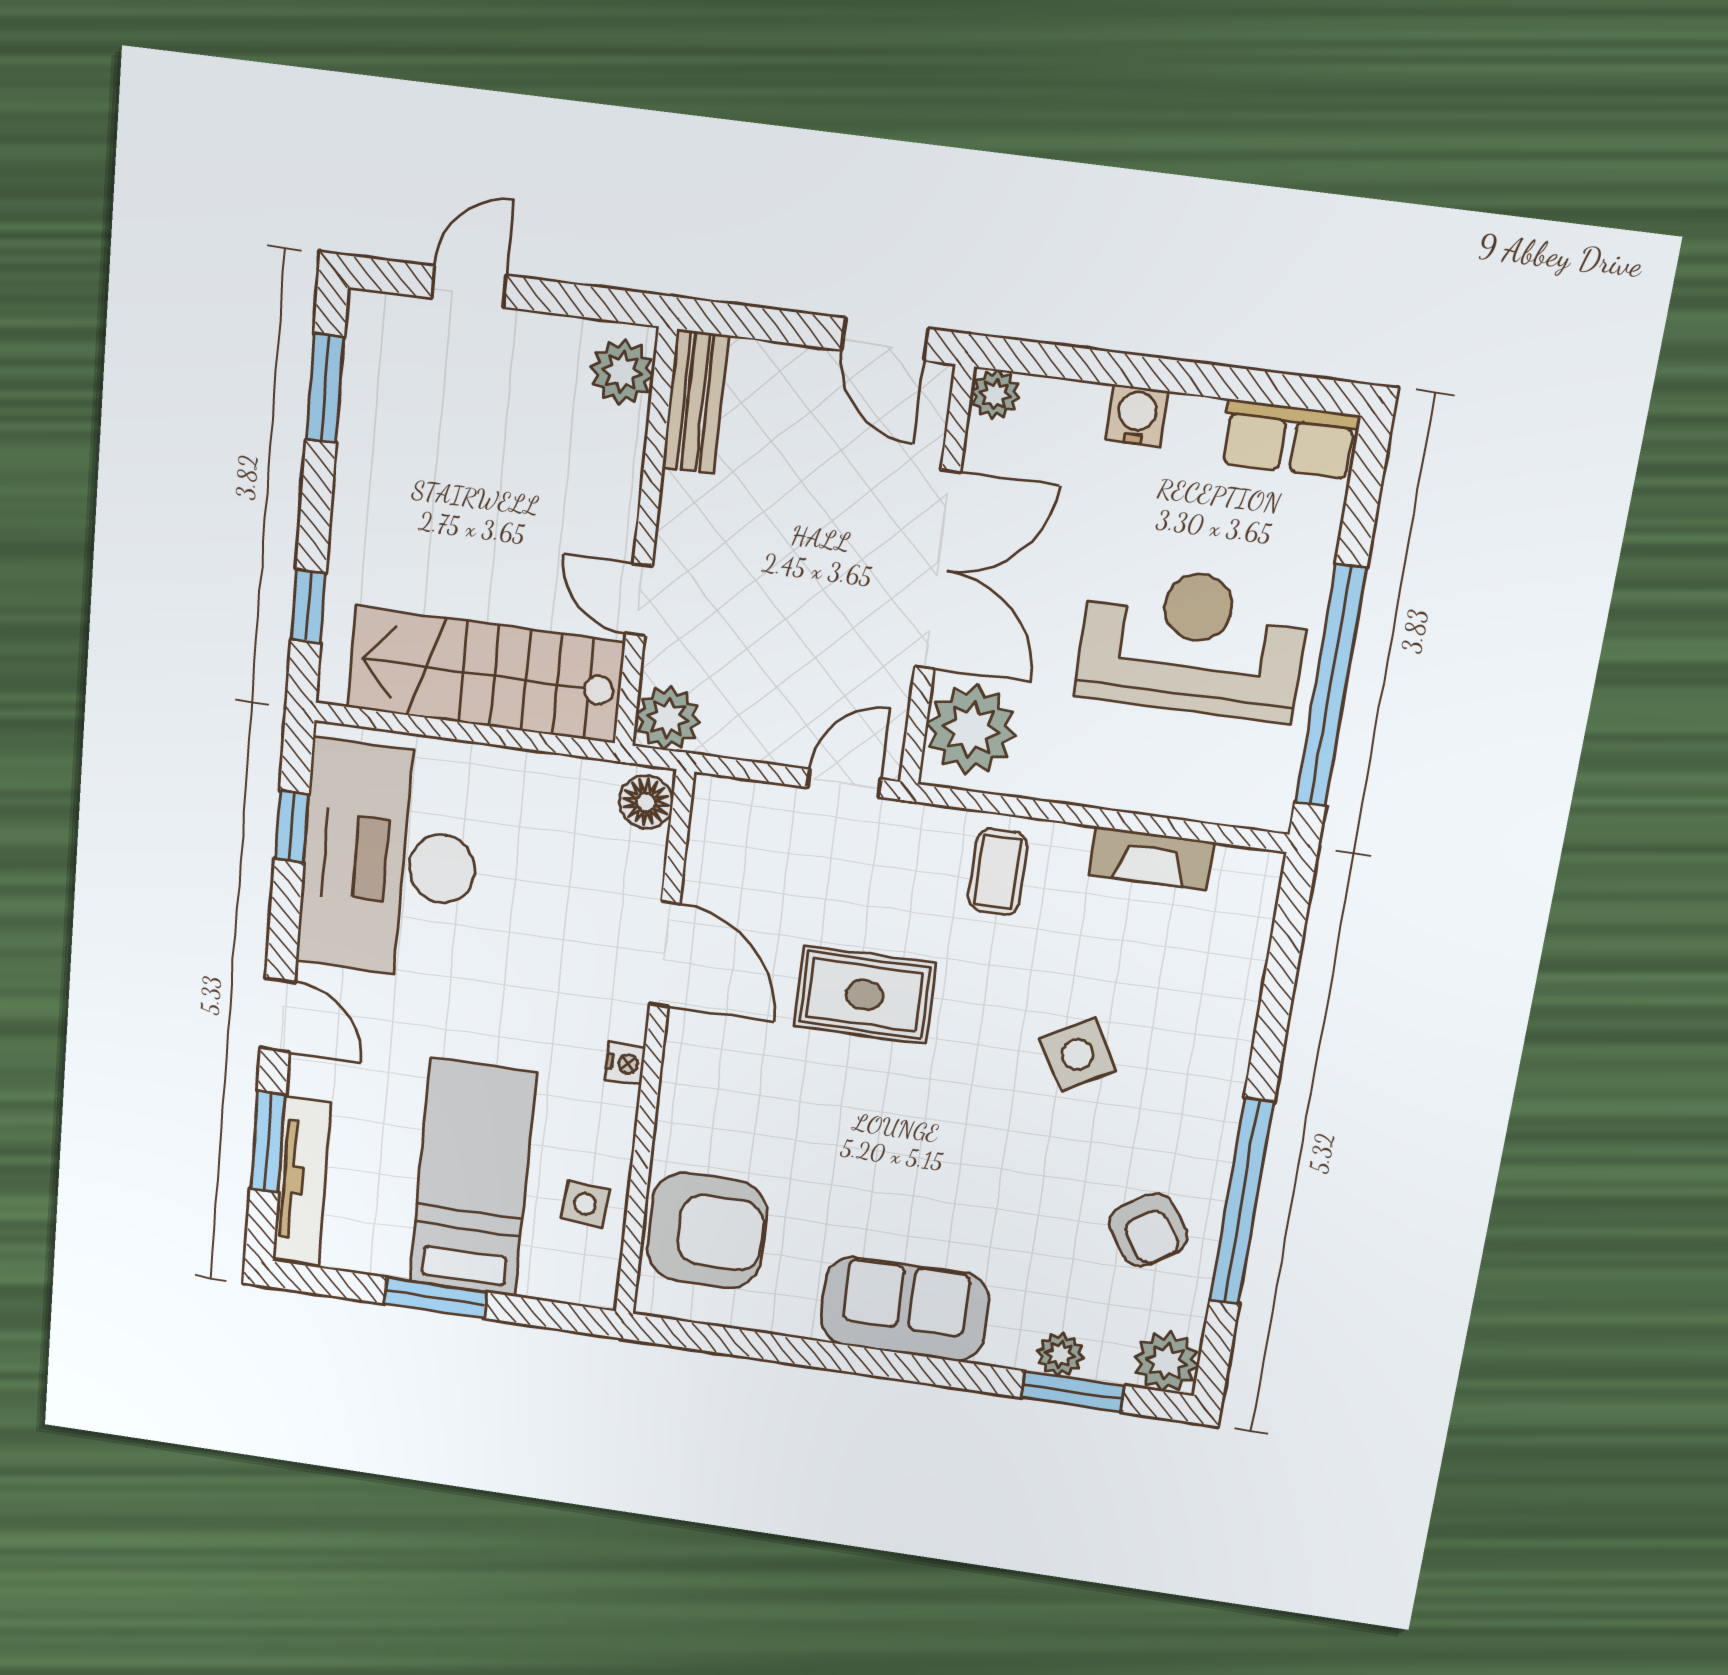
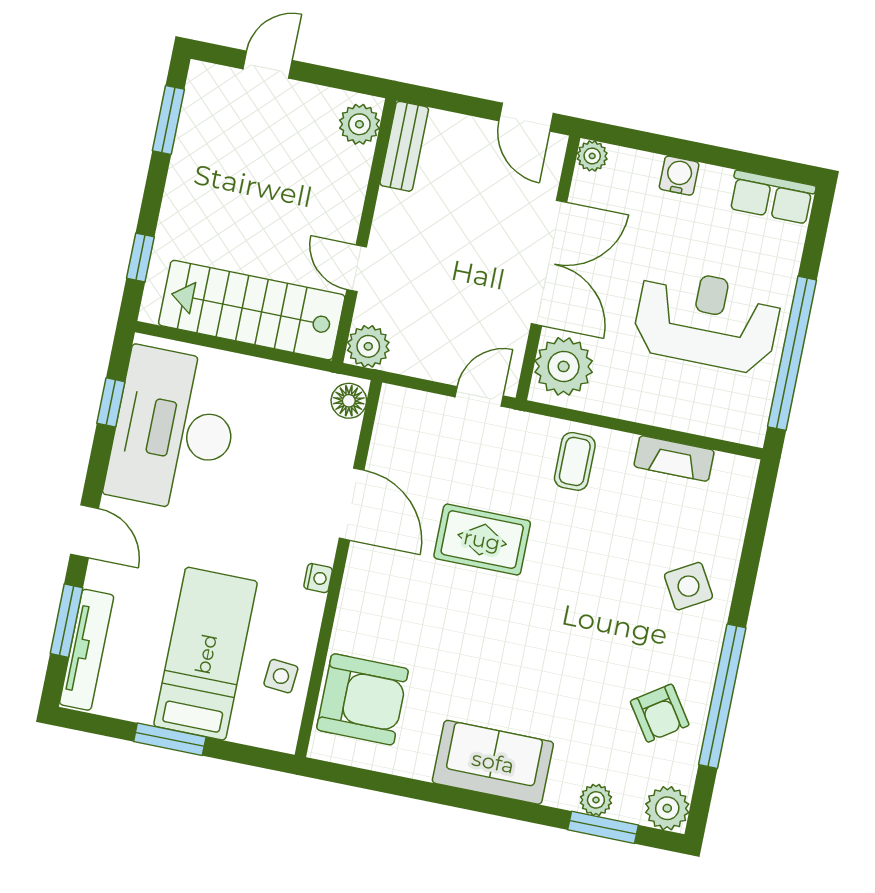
side table: (1078, 1055) -> (688, 586), moved

